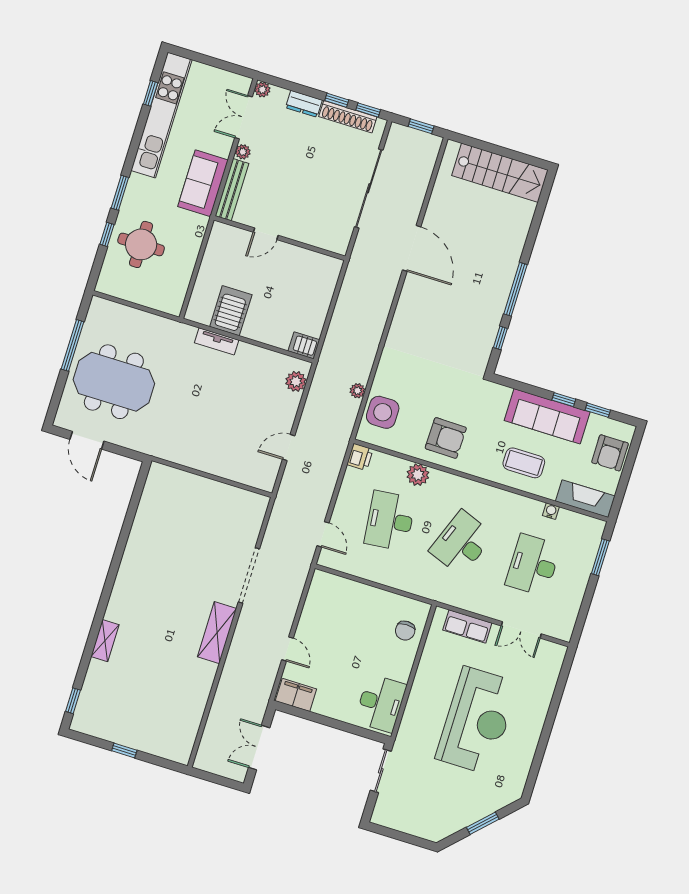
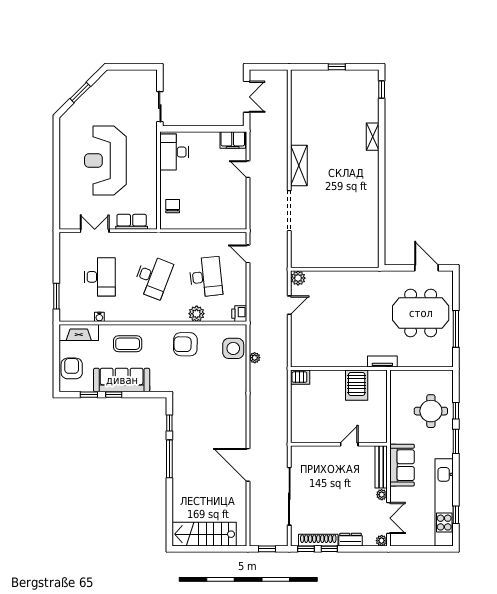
tv unit: (217, 341) -> (382, 361), moved
plant: (296, 381) -> (298, 278), moved

